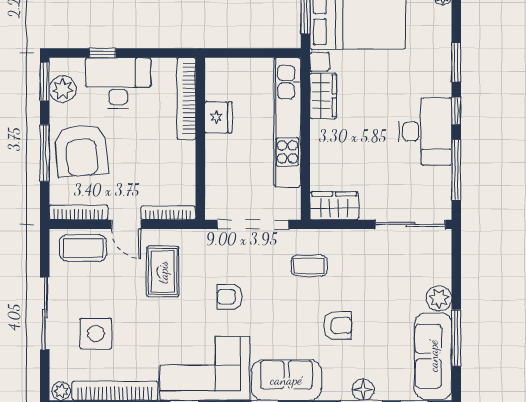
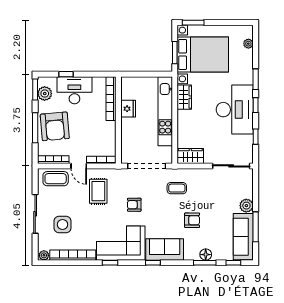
desk: (425, 131) -> (235, 110), width x1.36, depth x1.30
window: (456, 170) -> (256, 137), width x0.46

